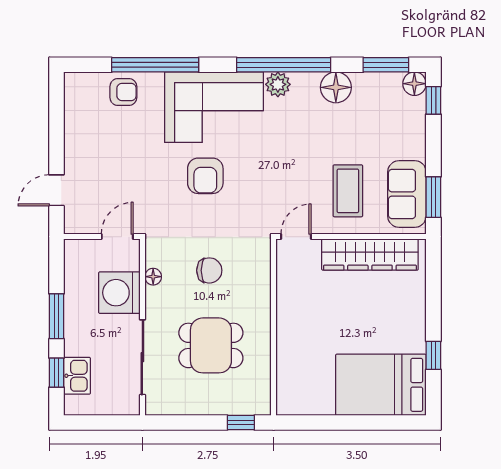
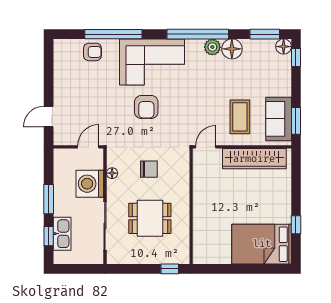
plant: (278, 84) -> (212, 47), moved
kitchen sink: (77, 376) -> (62, 234), width x1.38

